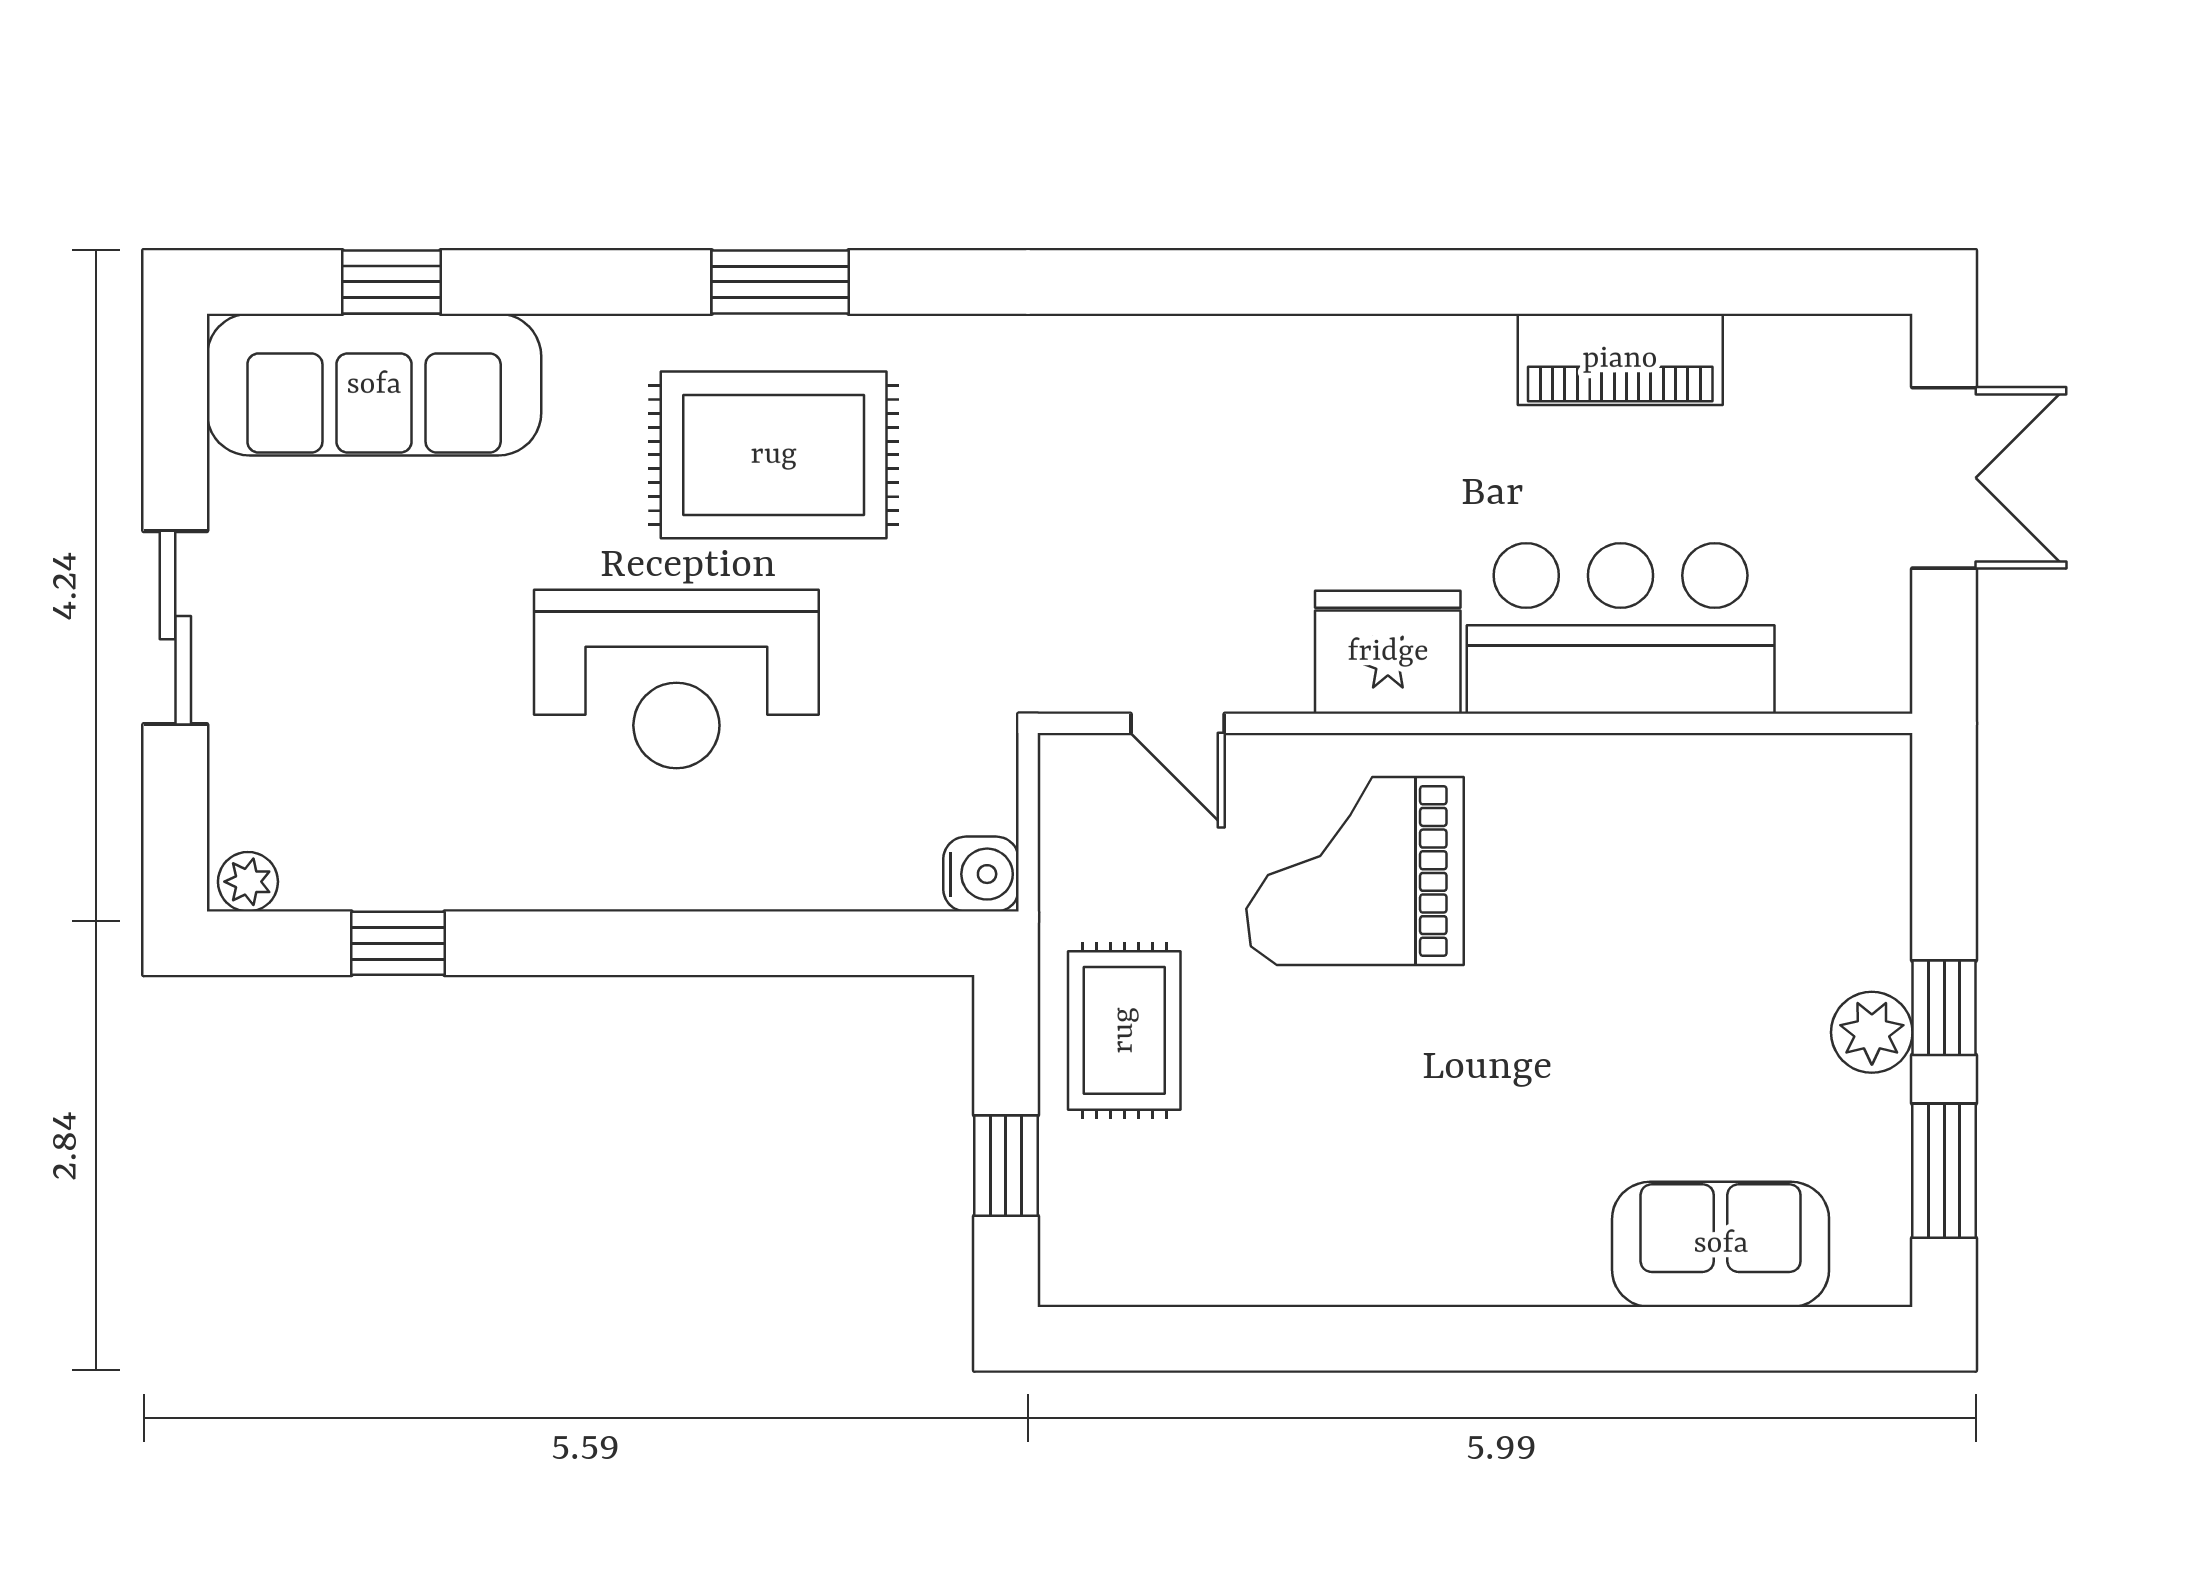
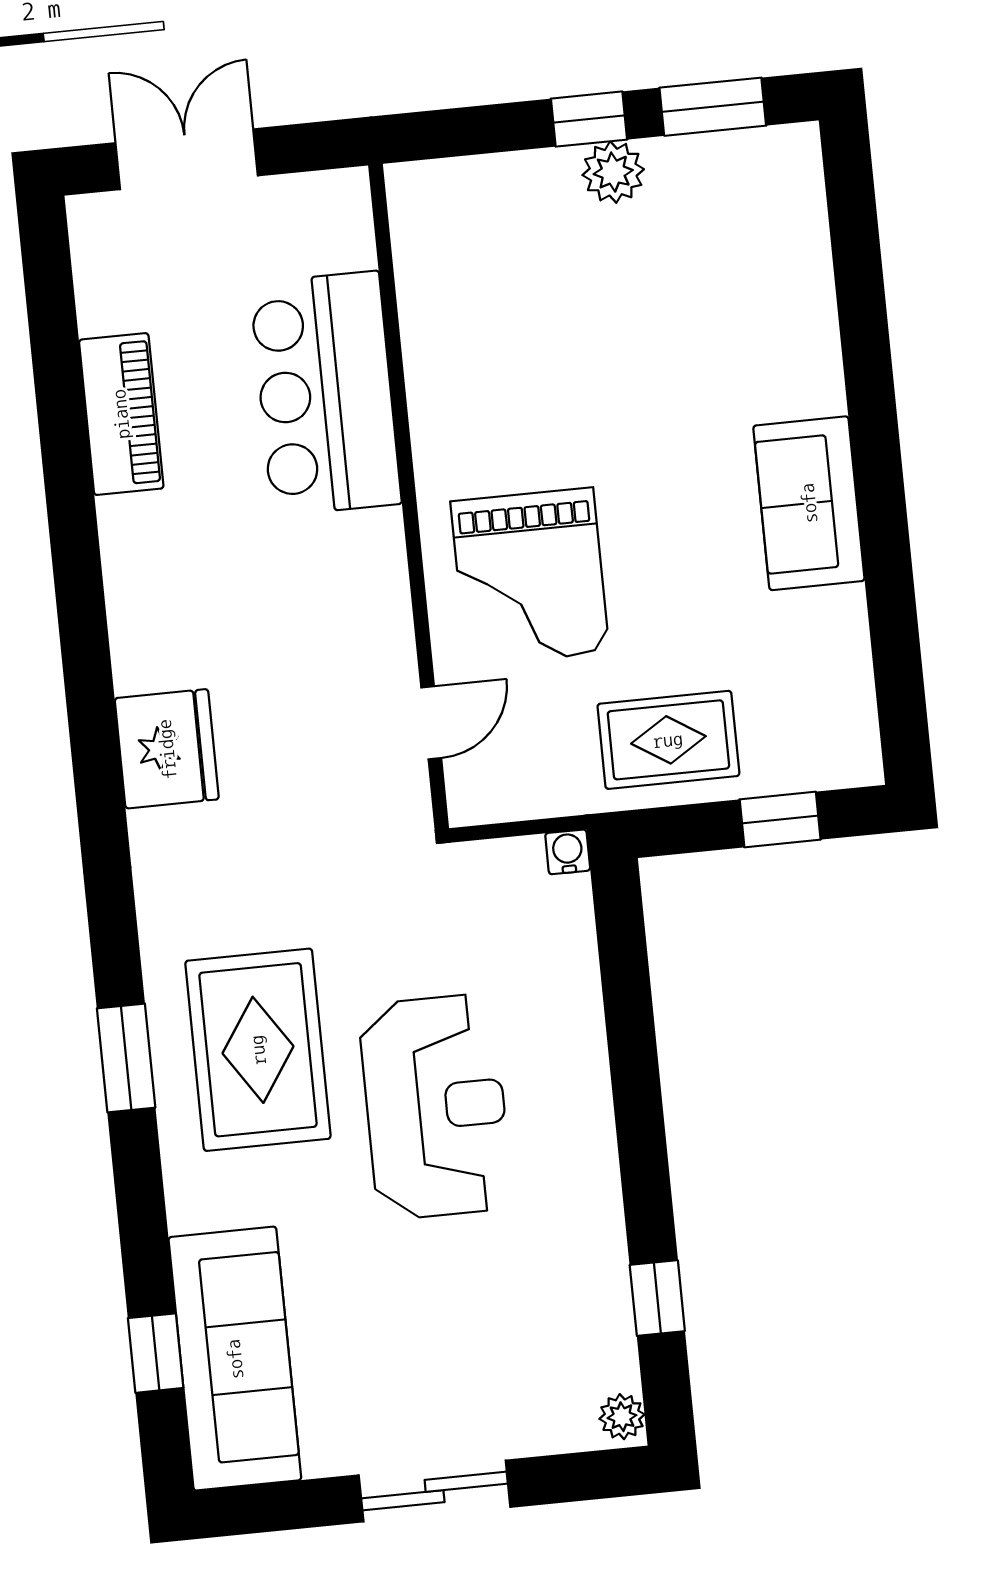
fridge: (1388, 652) -> (167, 749), moved, turned 180
water cooler: (981, 874) -> (568, 852), width x0.72, depth x0.72
sofa: (1721, 1244) -> (809, 503), moved

